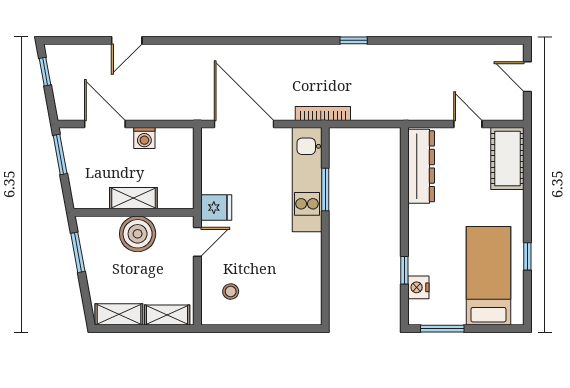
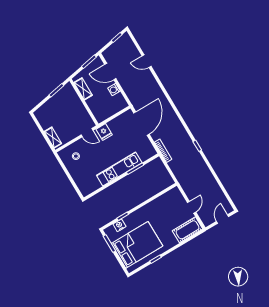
door: (105, 124) -> (110, 72), swing flipped
dresser: (421, 166) -> (165, 199), removed
kitchen unit: (307, 180) -> (119, 169), moved
shelving: (133, 198) -> (83, 89), moved
boiler: (138, 234) -> (77, 108), removed
bed: (488, 276) -> (137, 245), width x1.50
shelving: (119, 314) -> (42, 119), removed

